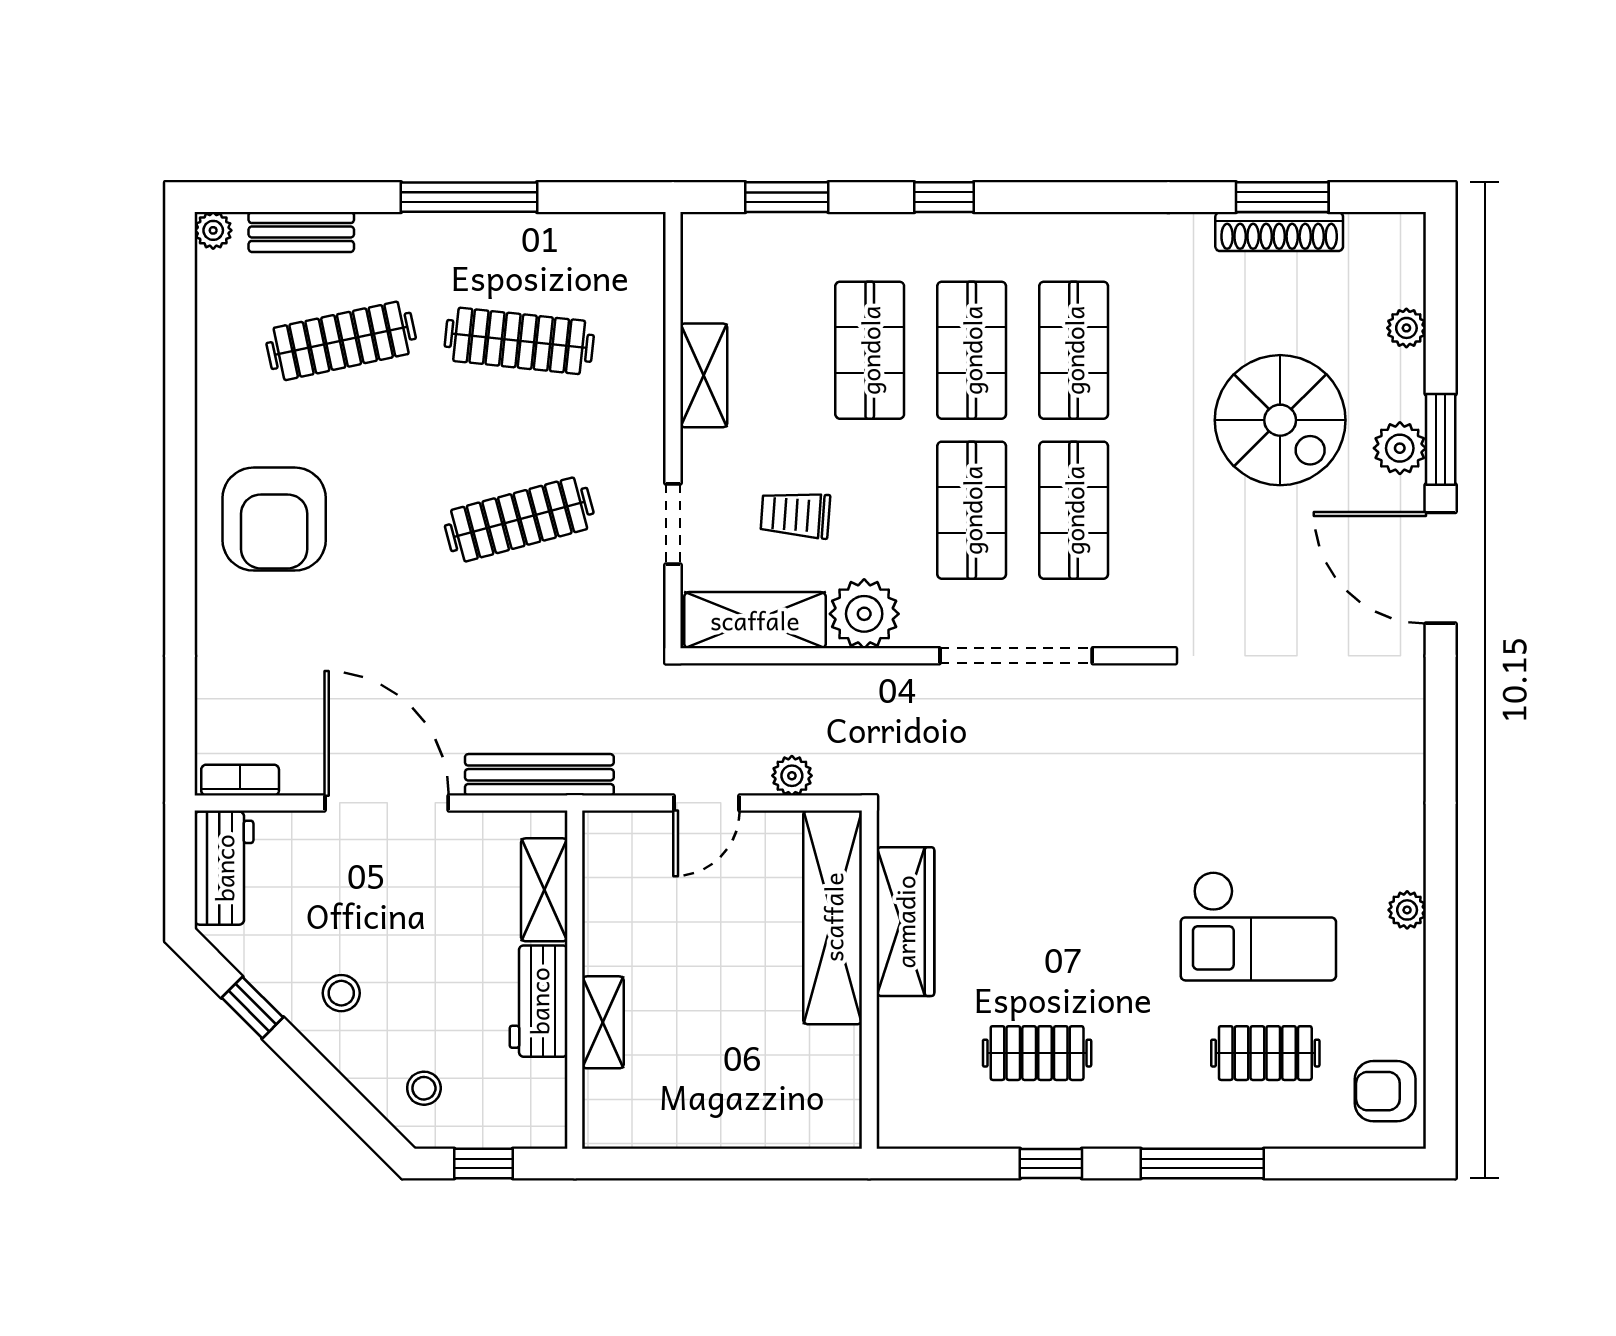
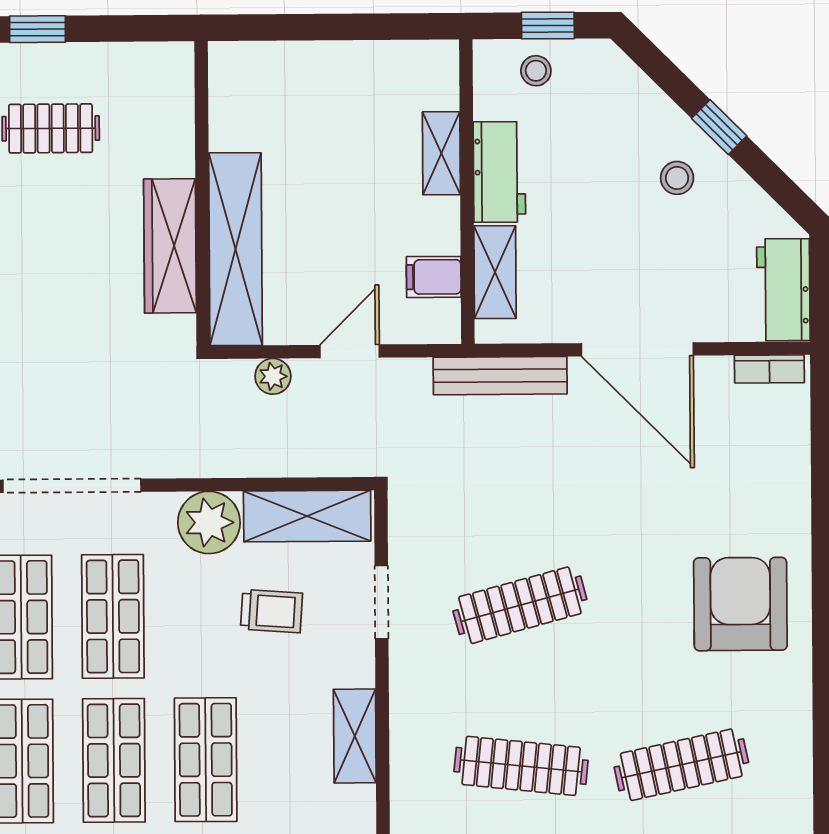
filing cabinet: (612, 885) -> (434, 277), added
window: (252, 1008) -> (719, 127), moved
stool: (424, 1088) -> (536, 71), moved

